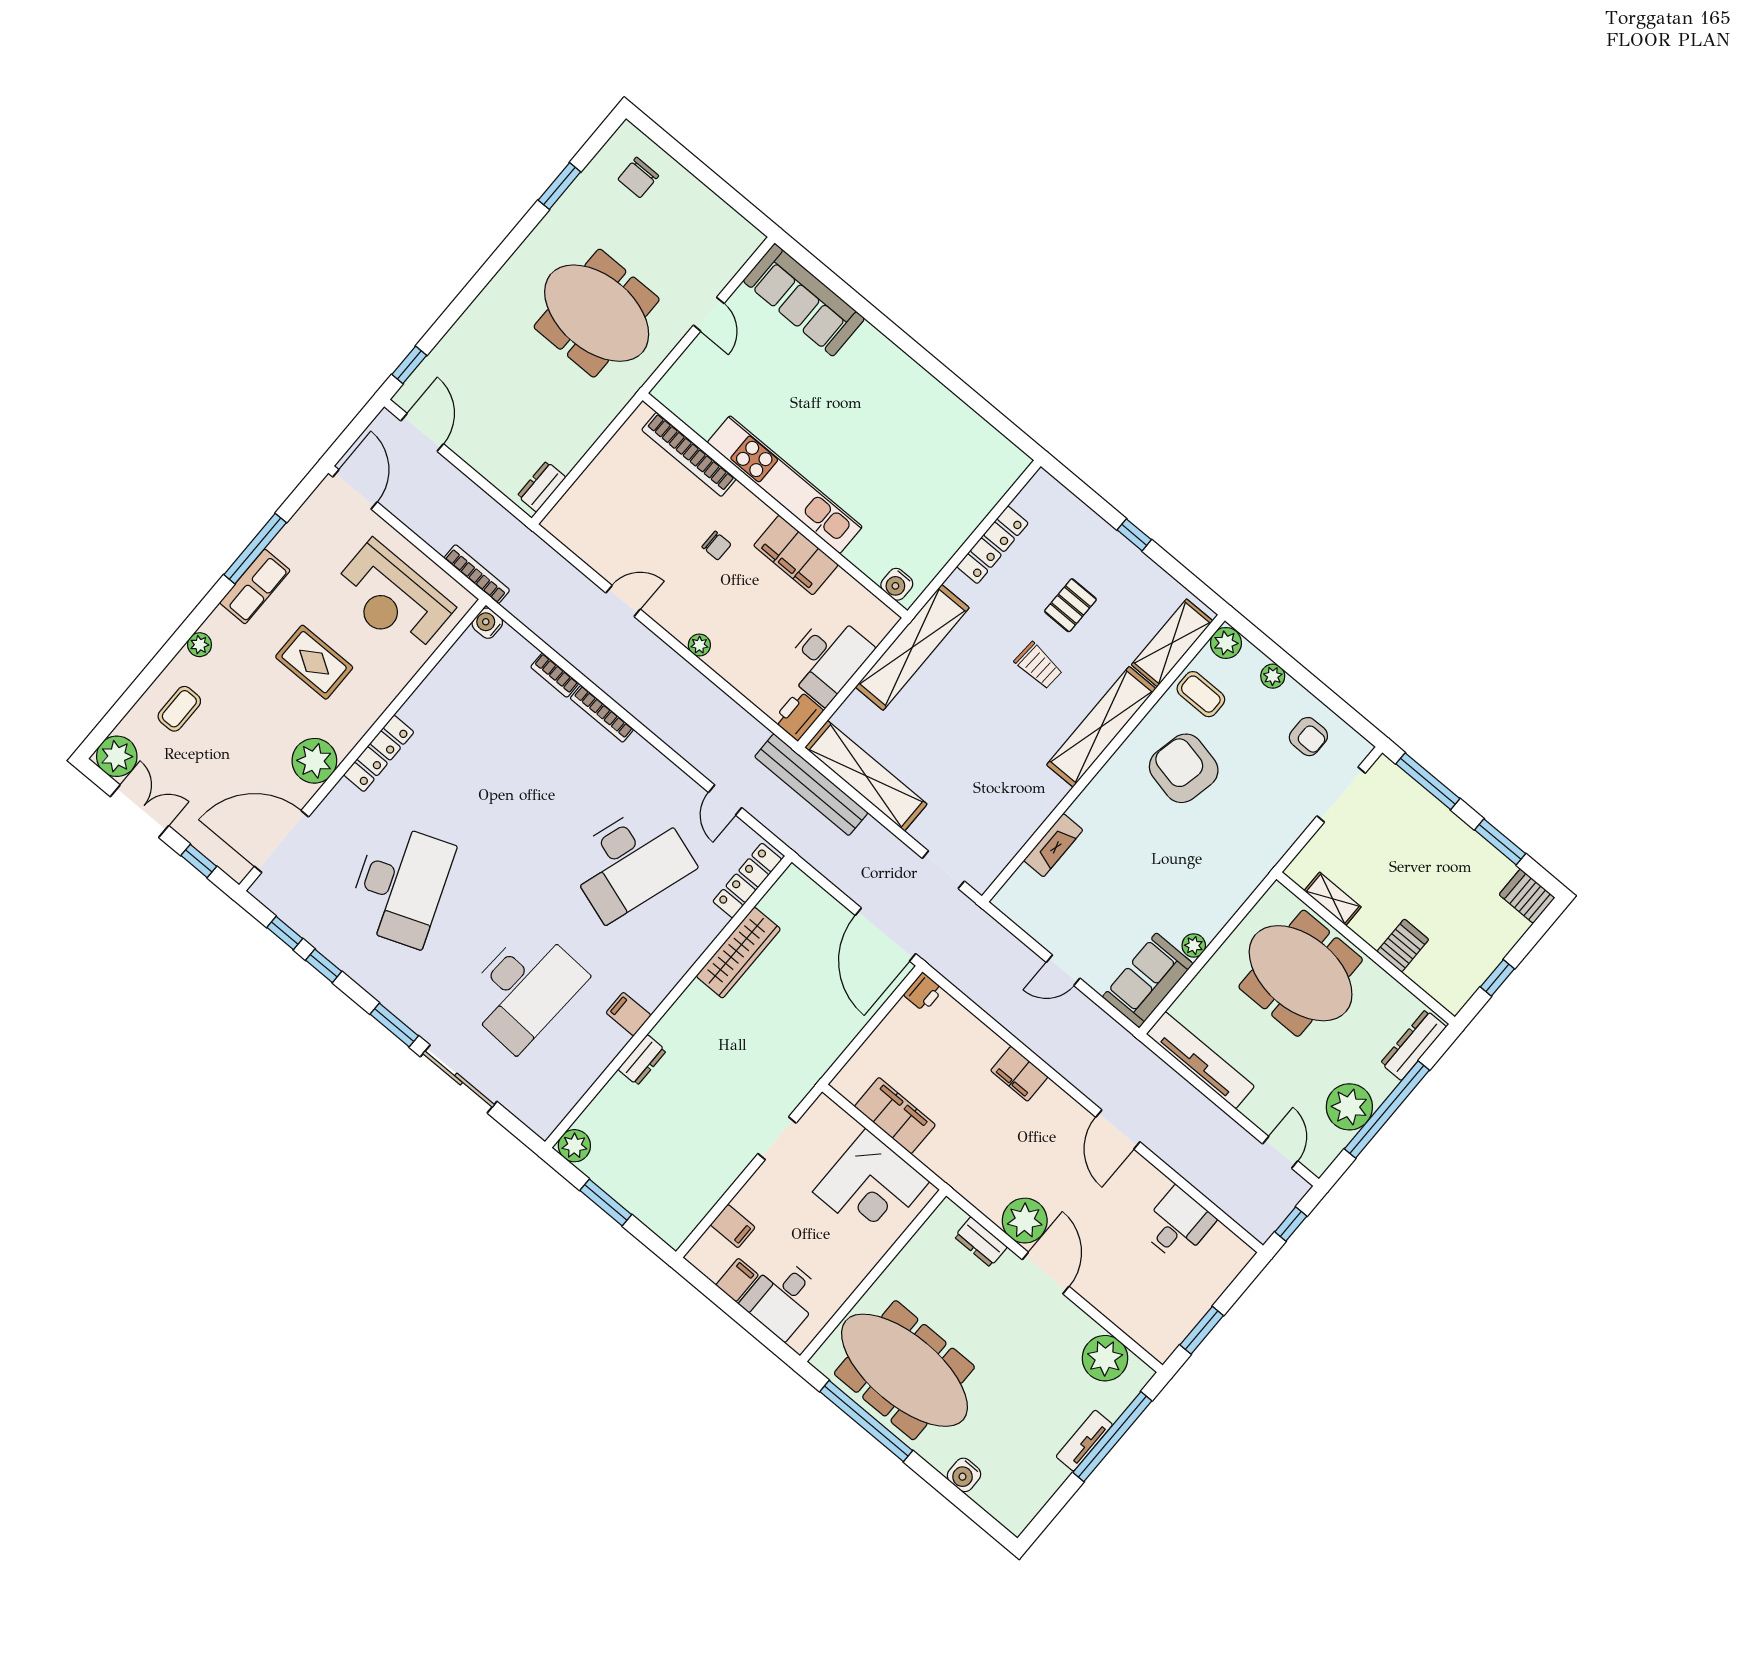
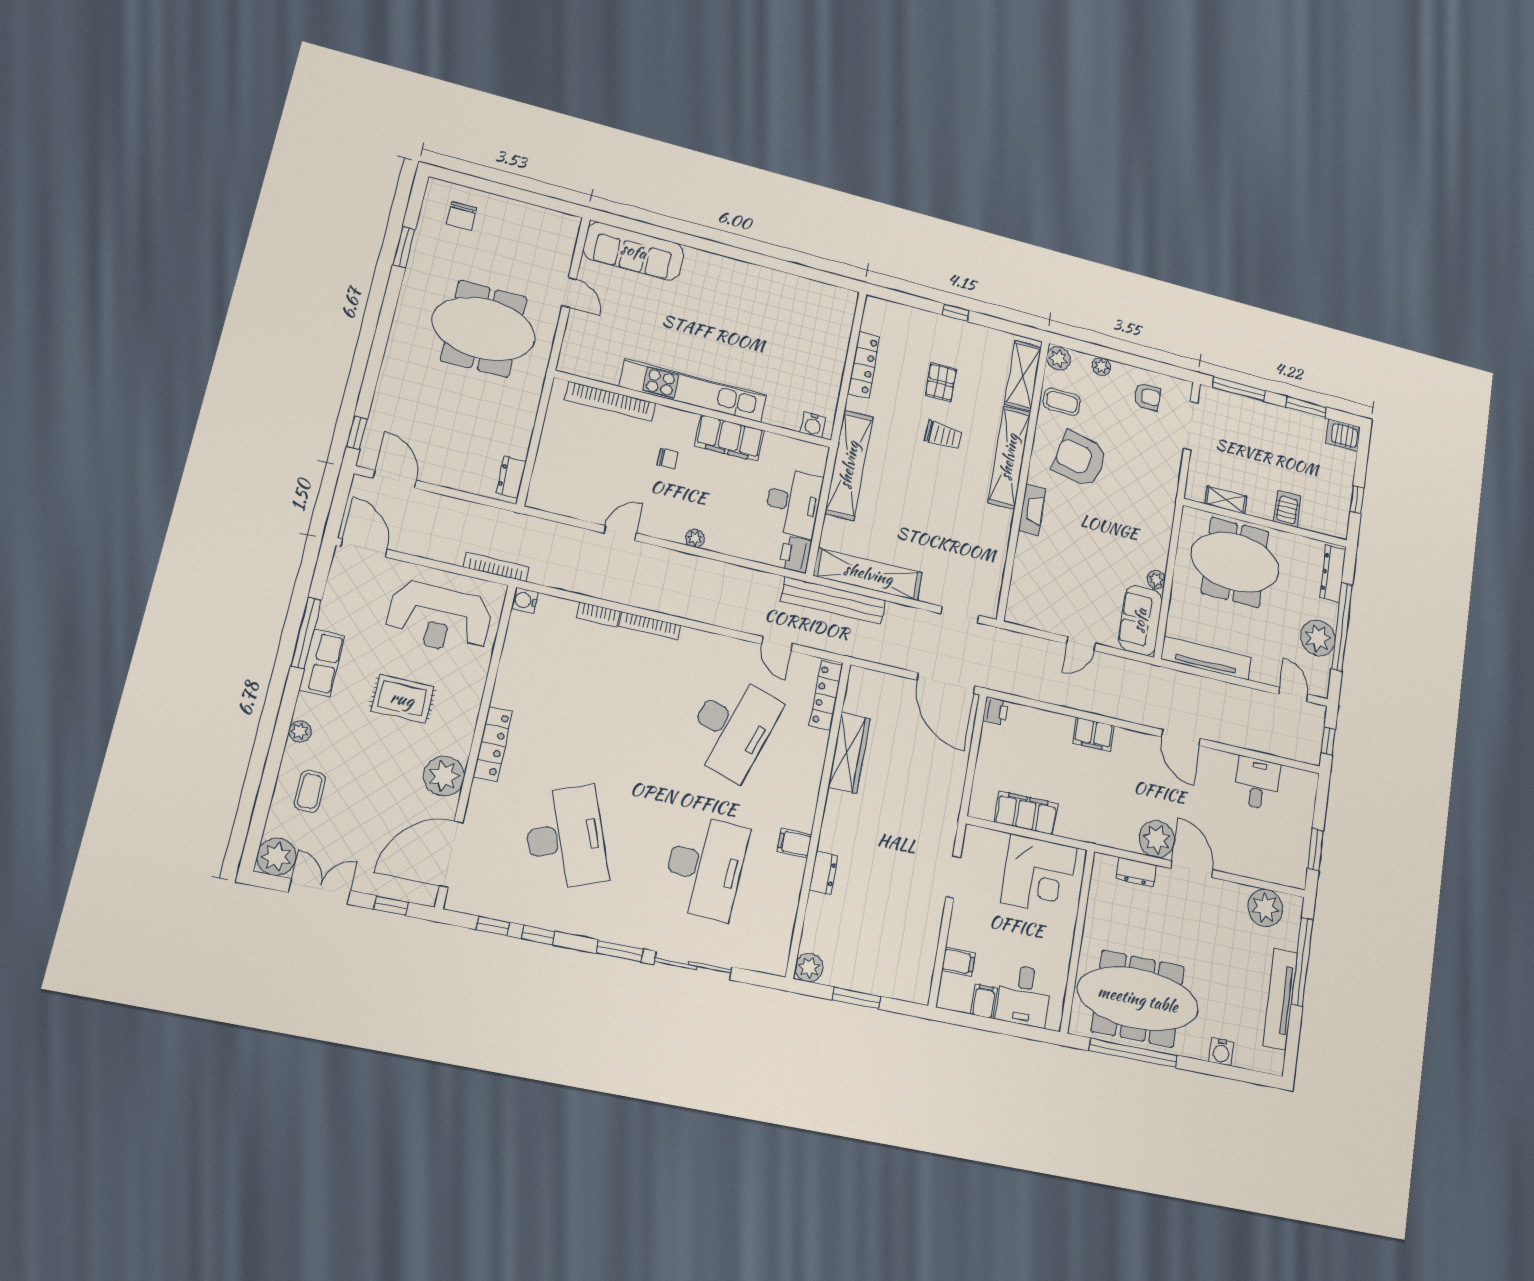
fireplace: (1053, 845) -> (1032, 510), moved
tv unit: (1084, 1441) -> (1280, 999), width x1.92, depth x1.29

